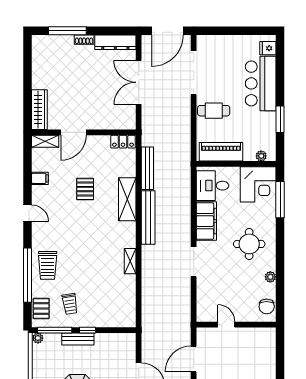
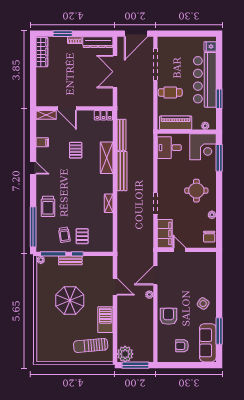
window: (67, 31) -> (63, 34), width x0.69
bar counter: (261, 83) -> (205, 80), width x1.36
wardrobe: (39, 110) -> (42, 52), moved
door: (73, 132) -> (67, 108), hinge flipped
filing cabinet: (206, 221) -> (165, 234), moved
window: (28, 275) -> (33, 227), moved
pallet: (41, 309) -> (82, 236), moved

